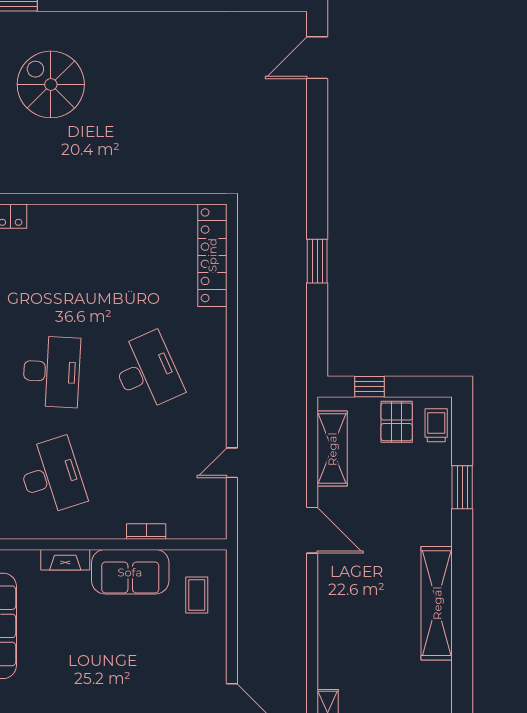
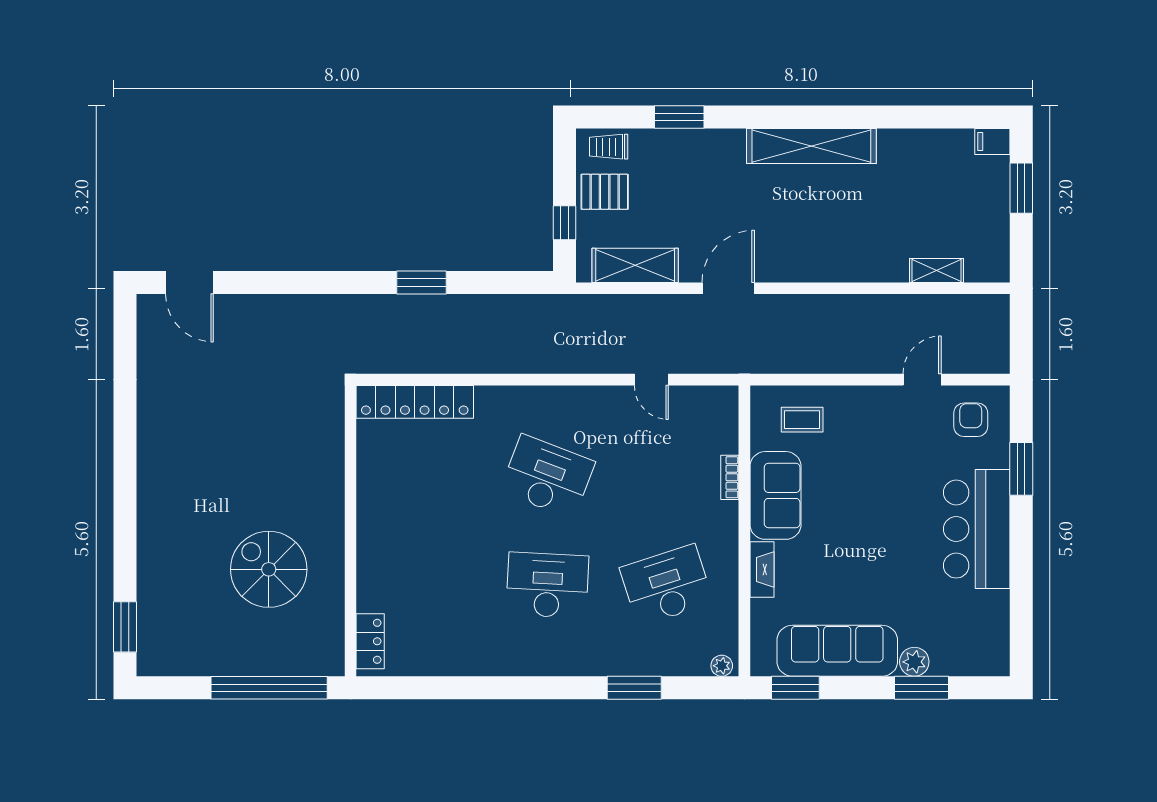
spiral stairs: (51, 84) -> (269, 569), moved, turned 90
desk: (147, 372) -> (547, 477), turned 45

